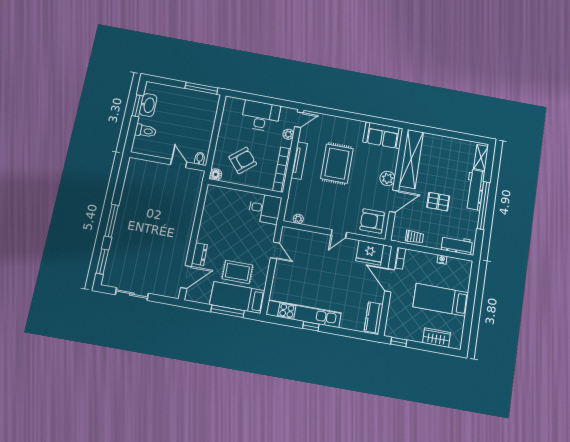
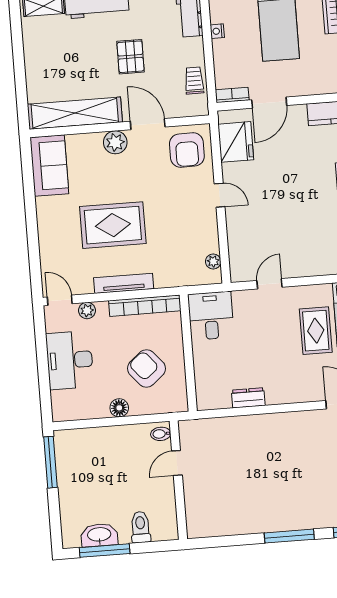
window: (138, 106) -> (105, 551), width x1.44
floor lamp: (216, 174) -> (119, 408), moved
dresser: (199, 254) -> (248, 398), moved

